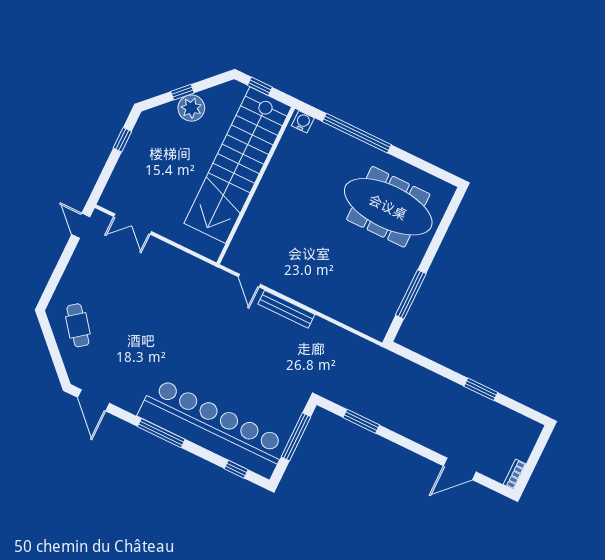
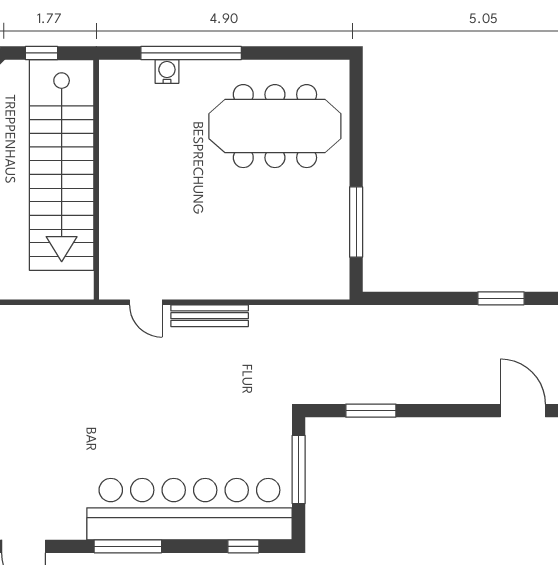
water cooler: (303, 122) -> (167, 71), moved
door: (460, 469) -> (523, 411), swing flipped

